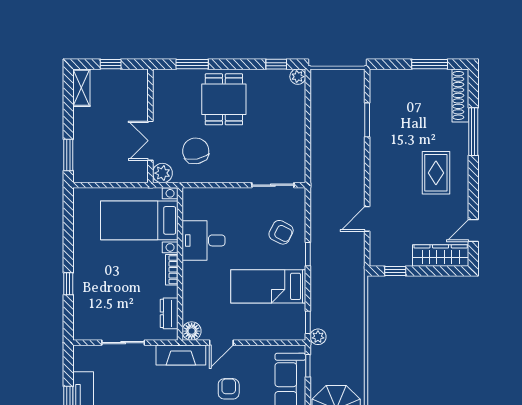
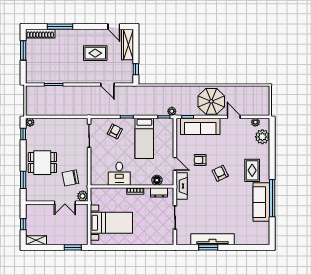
rug: (436, 173) -> (95, 53), moved
bed with nightstands: (139, 220) -> (111, 223), moved, turned -90
window: (68, 284) -> (143, 247), removed
floor lamp: (192, 331) -> (157, 180), moved

